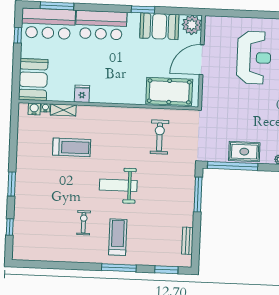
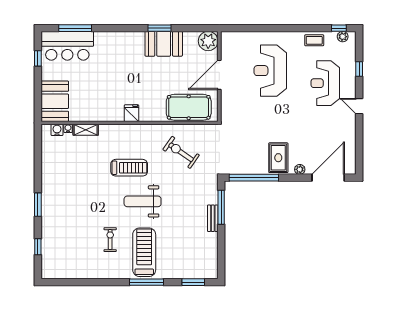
bar counter: (101, 25) -> (119, 45), removed
booth: (159, 26) -> (164, 44), moved
reception desk: (254, 58) -> (270, 71), turned 180
fridge: (82, 94) -> (131, 113), moved
exercise bike: (160, 137) -> (181, 152), turned -55
treadmill: (72, 147) -> (129, 168), moved
rug: (244, 152) -> (278, 158), moved, turned 90
treadmill: (118, 237) -> (144, 252), width x1.37, depth x1.38
bench: (188, 241) -> (213, 218), moved

